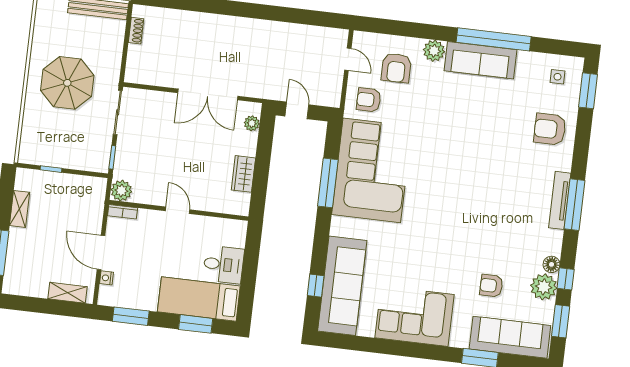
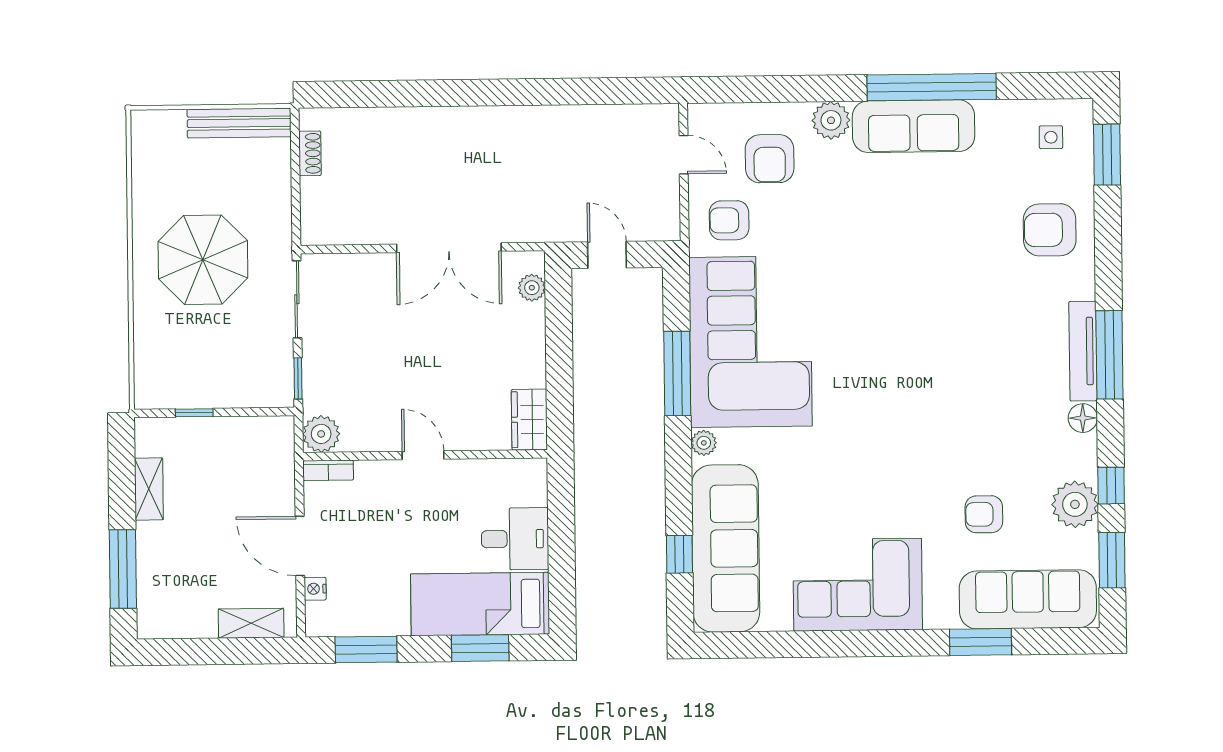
wardrobe: (243, 174) -> (529, 420), moved
plant: (338, 224) -> (704, 443), added
floor lamp: (552, 264) -> (1083, 418), moved

